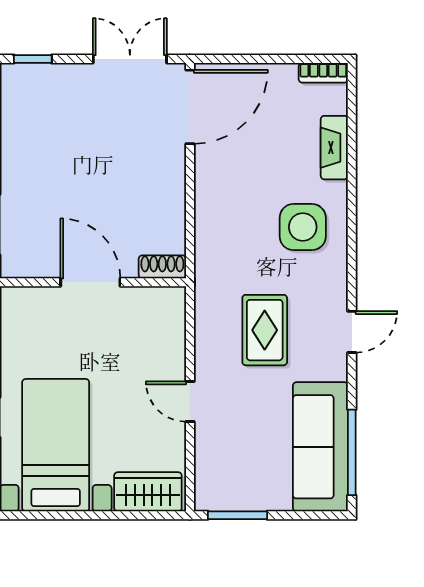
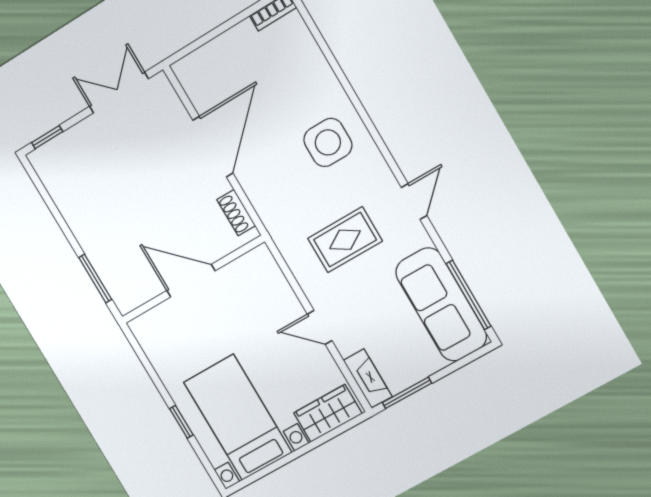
door: (190, 107) -> (213, 147), moved
fireplace: (334, 148) -> (368, 378), moved, turned 180
shoe rack: (162, 267) -> (236, 213), moved, turned -90
rug: (265, 330) -> (345, 240), turned 90

